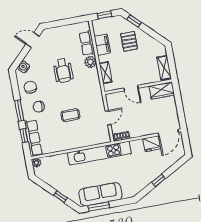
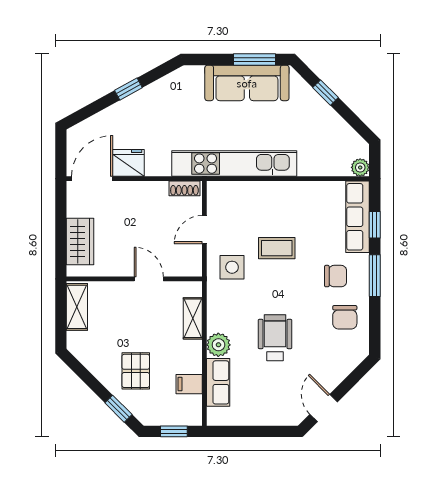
door: (33, 40) -> (324, 408), swing flipped
filing cabinet: (102, 45) -> (189, 384), width x0.50
water cooler: (24, 67) -> (351, 359), removed
wardrobe: (162, 91) -> (80, 241), moved, turned 90
side table: (91, 102) -> (232, 267), added

